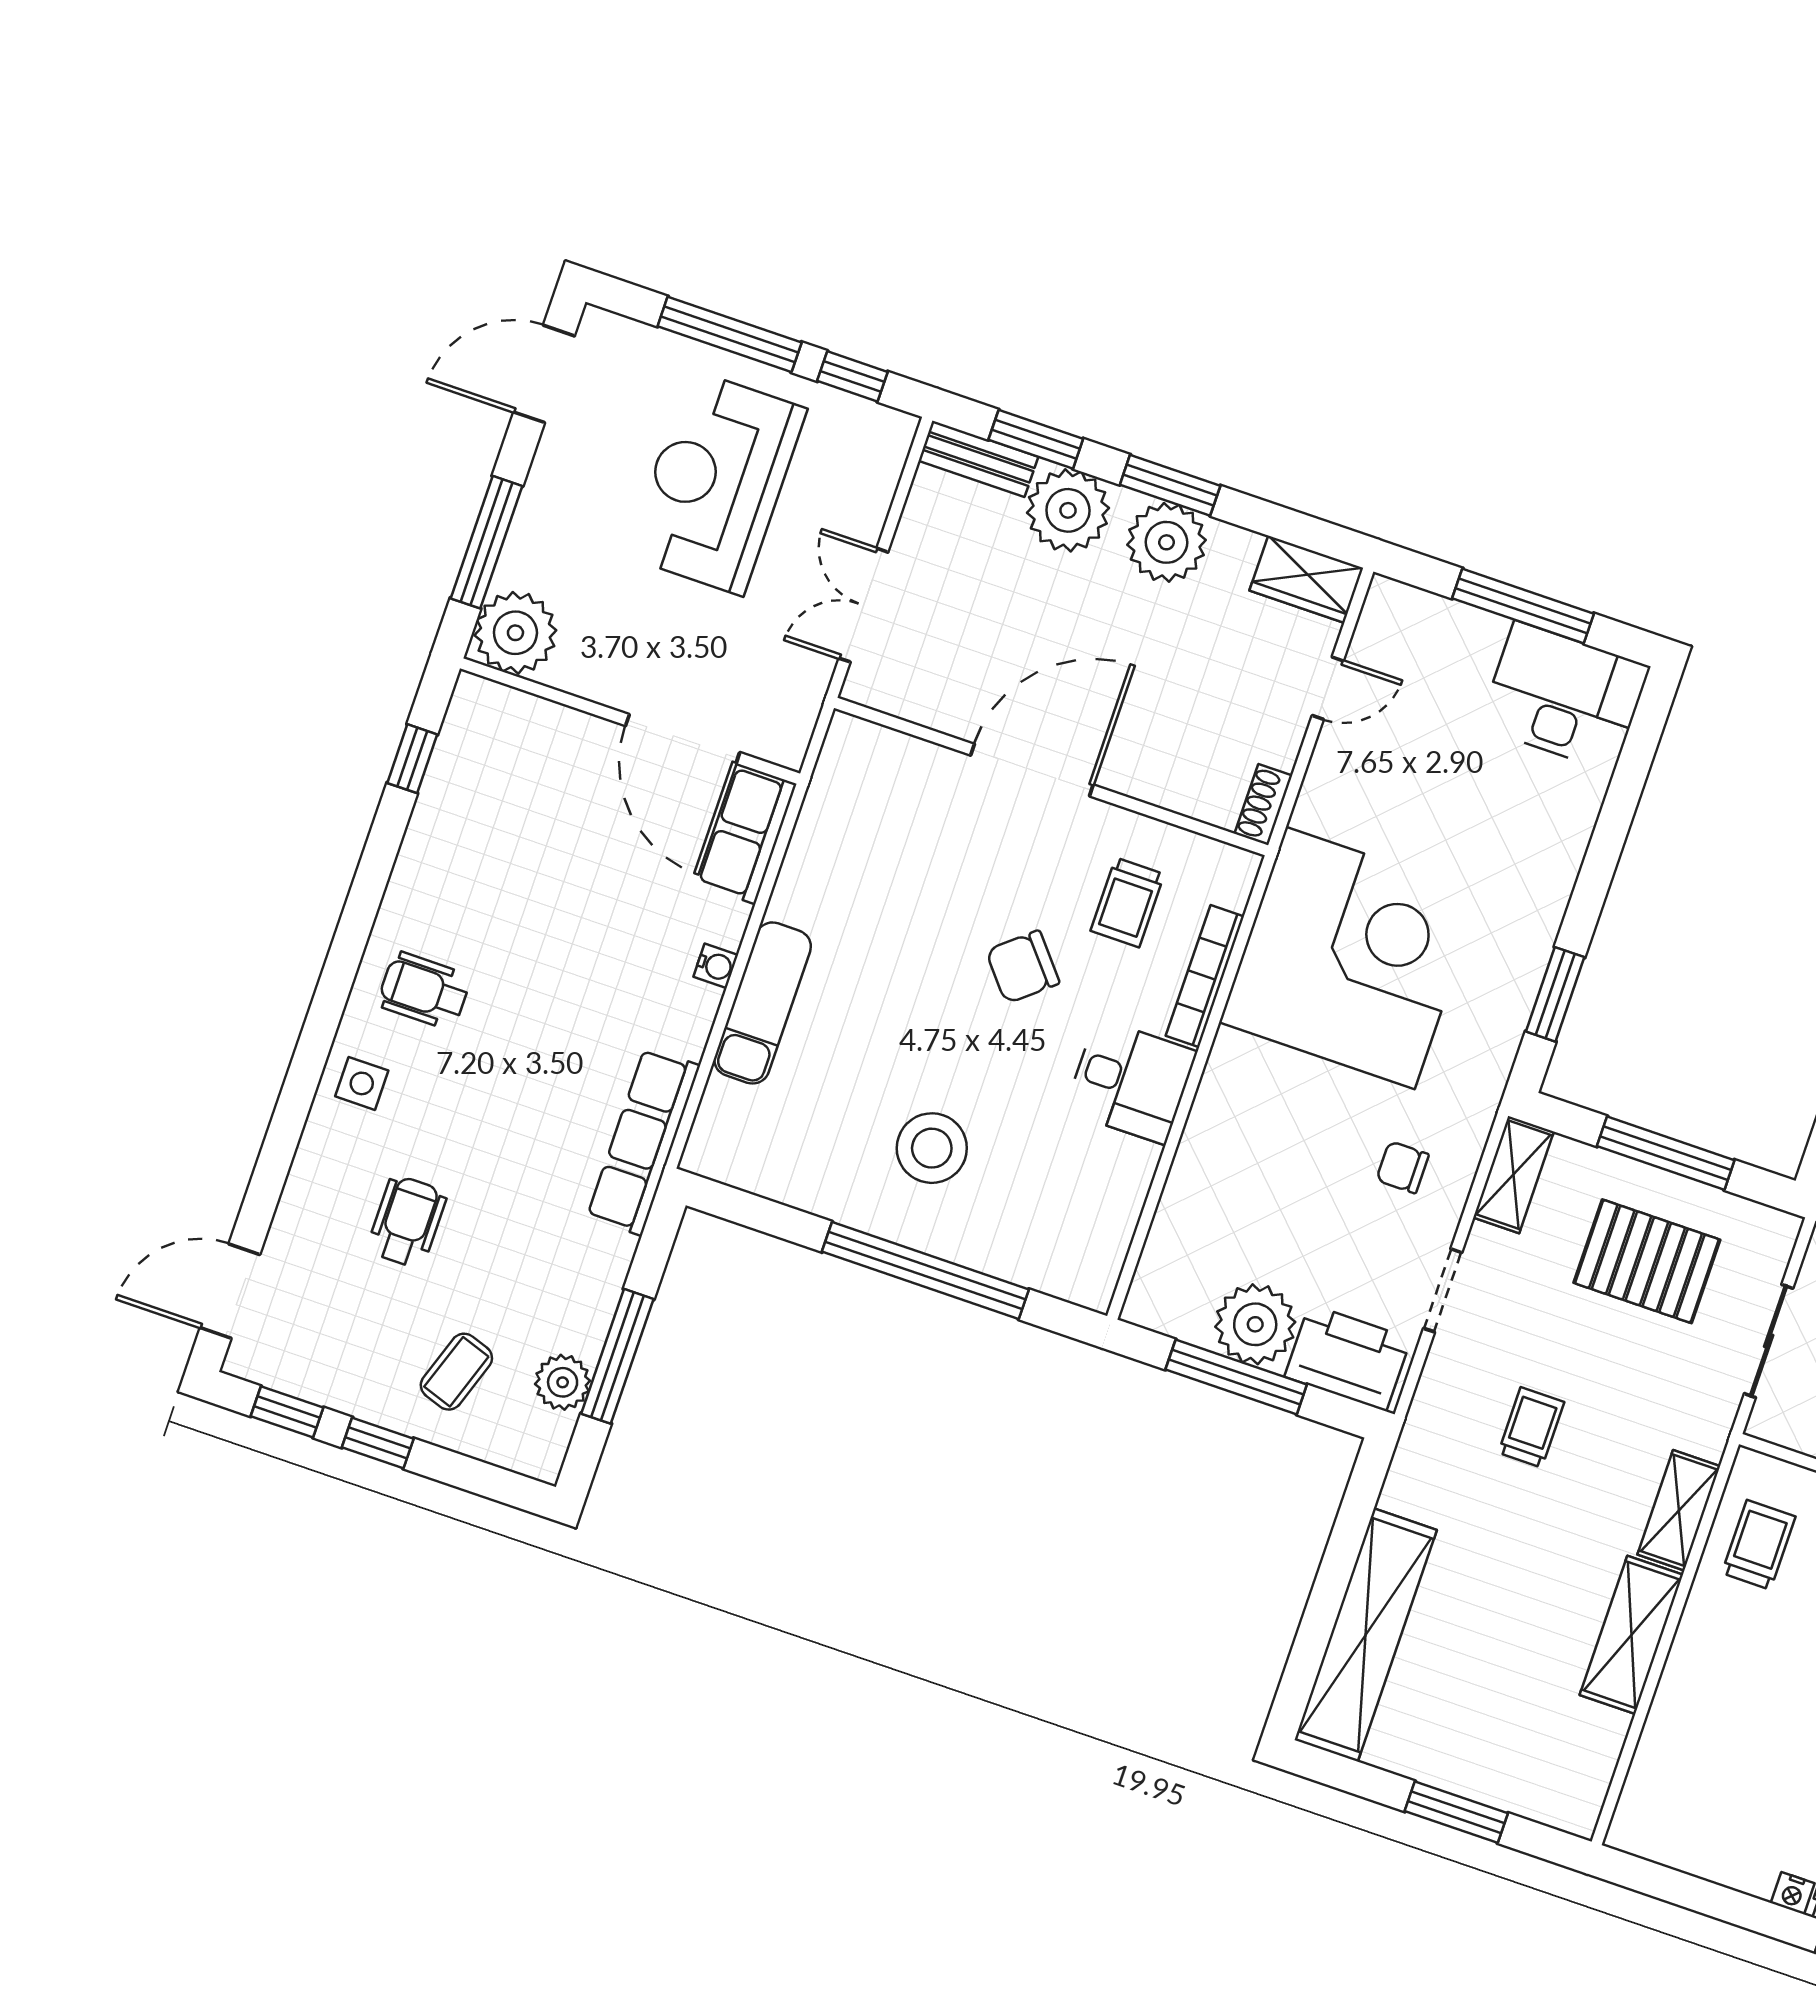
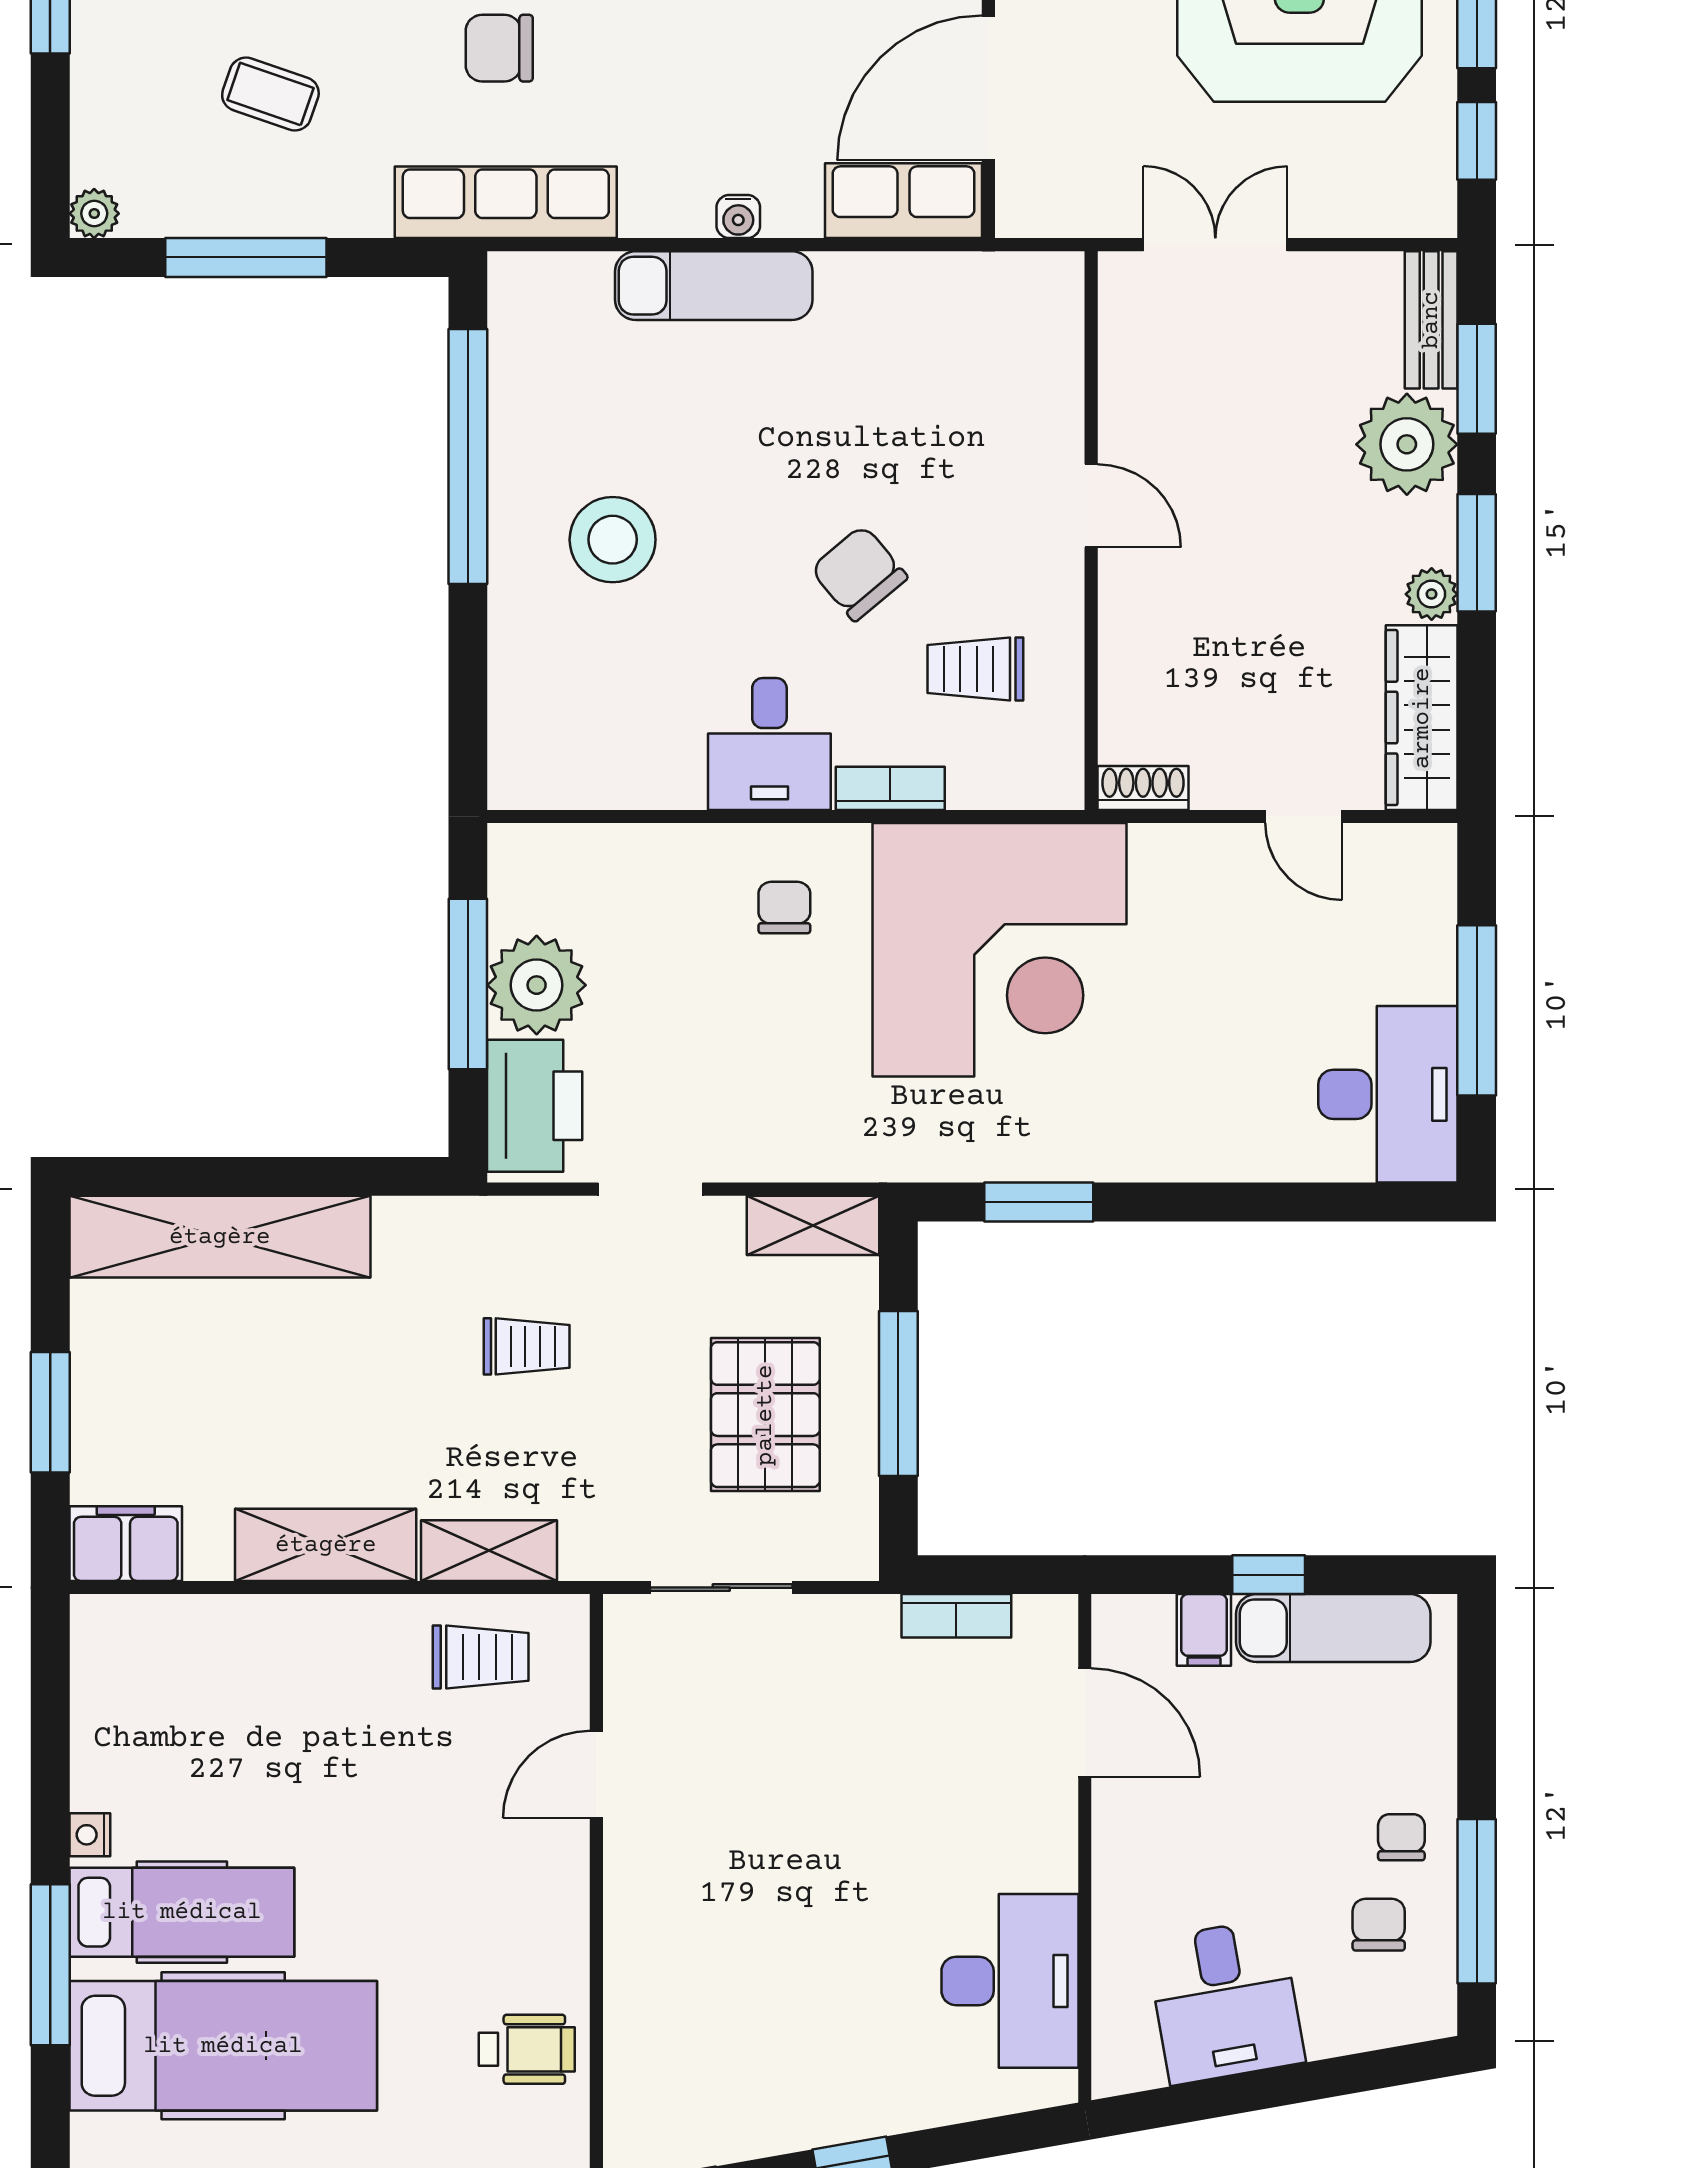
plant: (1167, 542) -> (1432, 594), width x0.53, depth x0.53
wardrobe: (1306, 579) -> (1422, 718), width x1.50
door: (1032, 770) -> (1091, 506), width x0.53
bookcase: (1205, 976) -> (890, 788), width x0.64
chair: (523, 1106) -> (499, 48), added
chair: (1403, 1167) -> (784, 908), moved
window: (925, 1271) -> (468, 457), moved
coffee table: (456, 1372) -> (270, 94), moved
plant: (563, 1382) -> (94, 213), moved, width x0.73, depth x0.73
filing cabinet: (1578, 1789) -> (126, 1544), added

